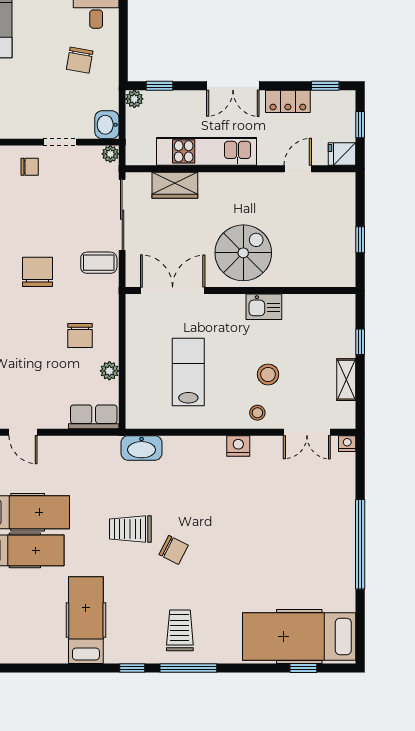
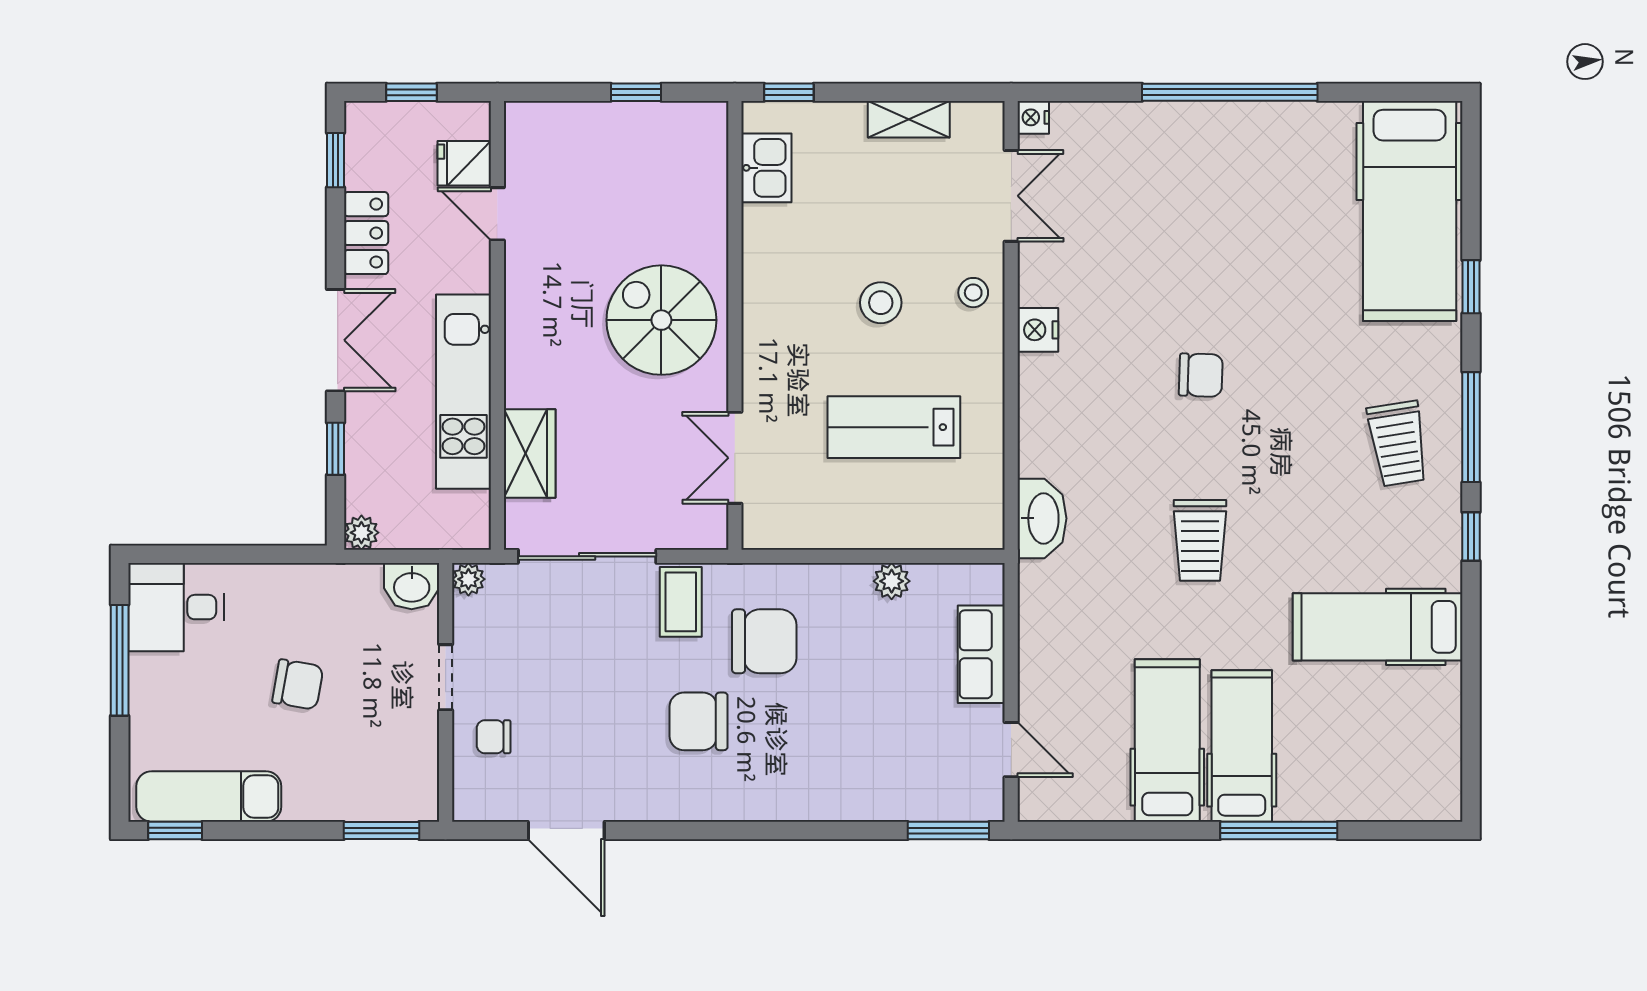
chair: (80, 60) -> (298, 684), moved
window: (159, 86) -> (335, 449), moved
fridge: (342, 154) -> (464, 163), moved, turned 90
chair: (30, 167) -> (494, 737), turned -90
double door: (173, 290) -> (735, 458), width x0.73
kitchen sink: (264, 307) -> (766, 168), moved
chair: (80, 336) -> (764, 641), moved, width x1.37, depth x1.37
window: (360, 342) -> (789, 92), moved
stool: (268, 374) -> (881, 303), moved
row of seats: (94, 417) -> (981, 654), moved
door: (23, 432) -> (1011, 750), hinge flipped
chair: (174, 550) -> (1201, 375), moved, turned 65
trolley: (180, 630) -> (1398, 444), turned -99
window: (303, 668) -> (1471, 287), moved

